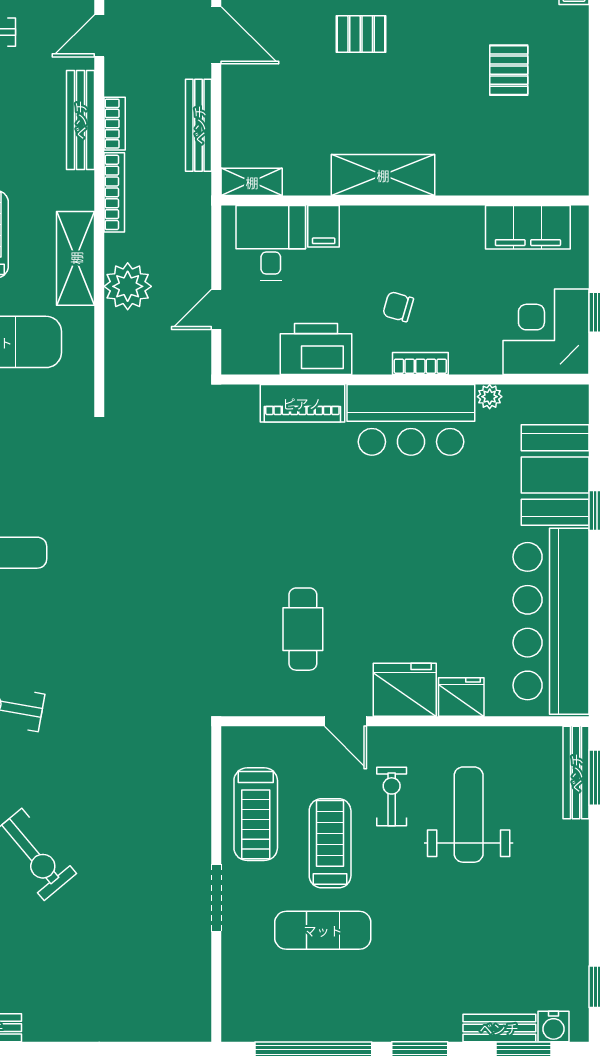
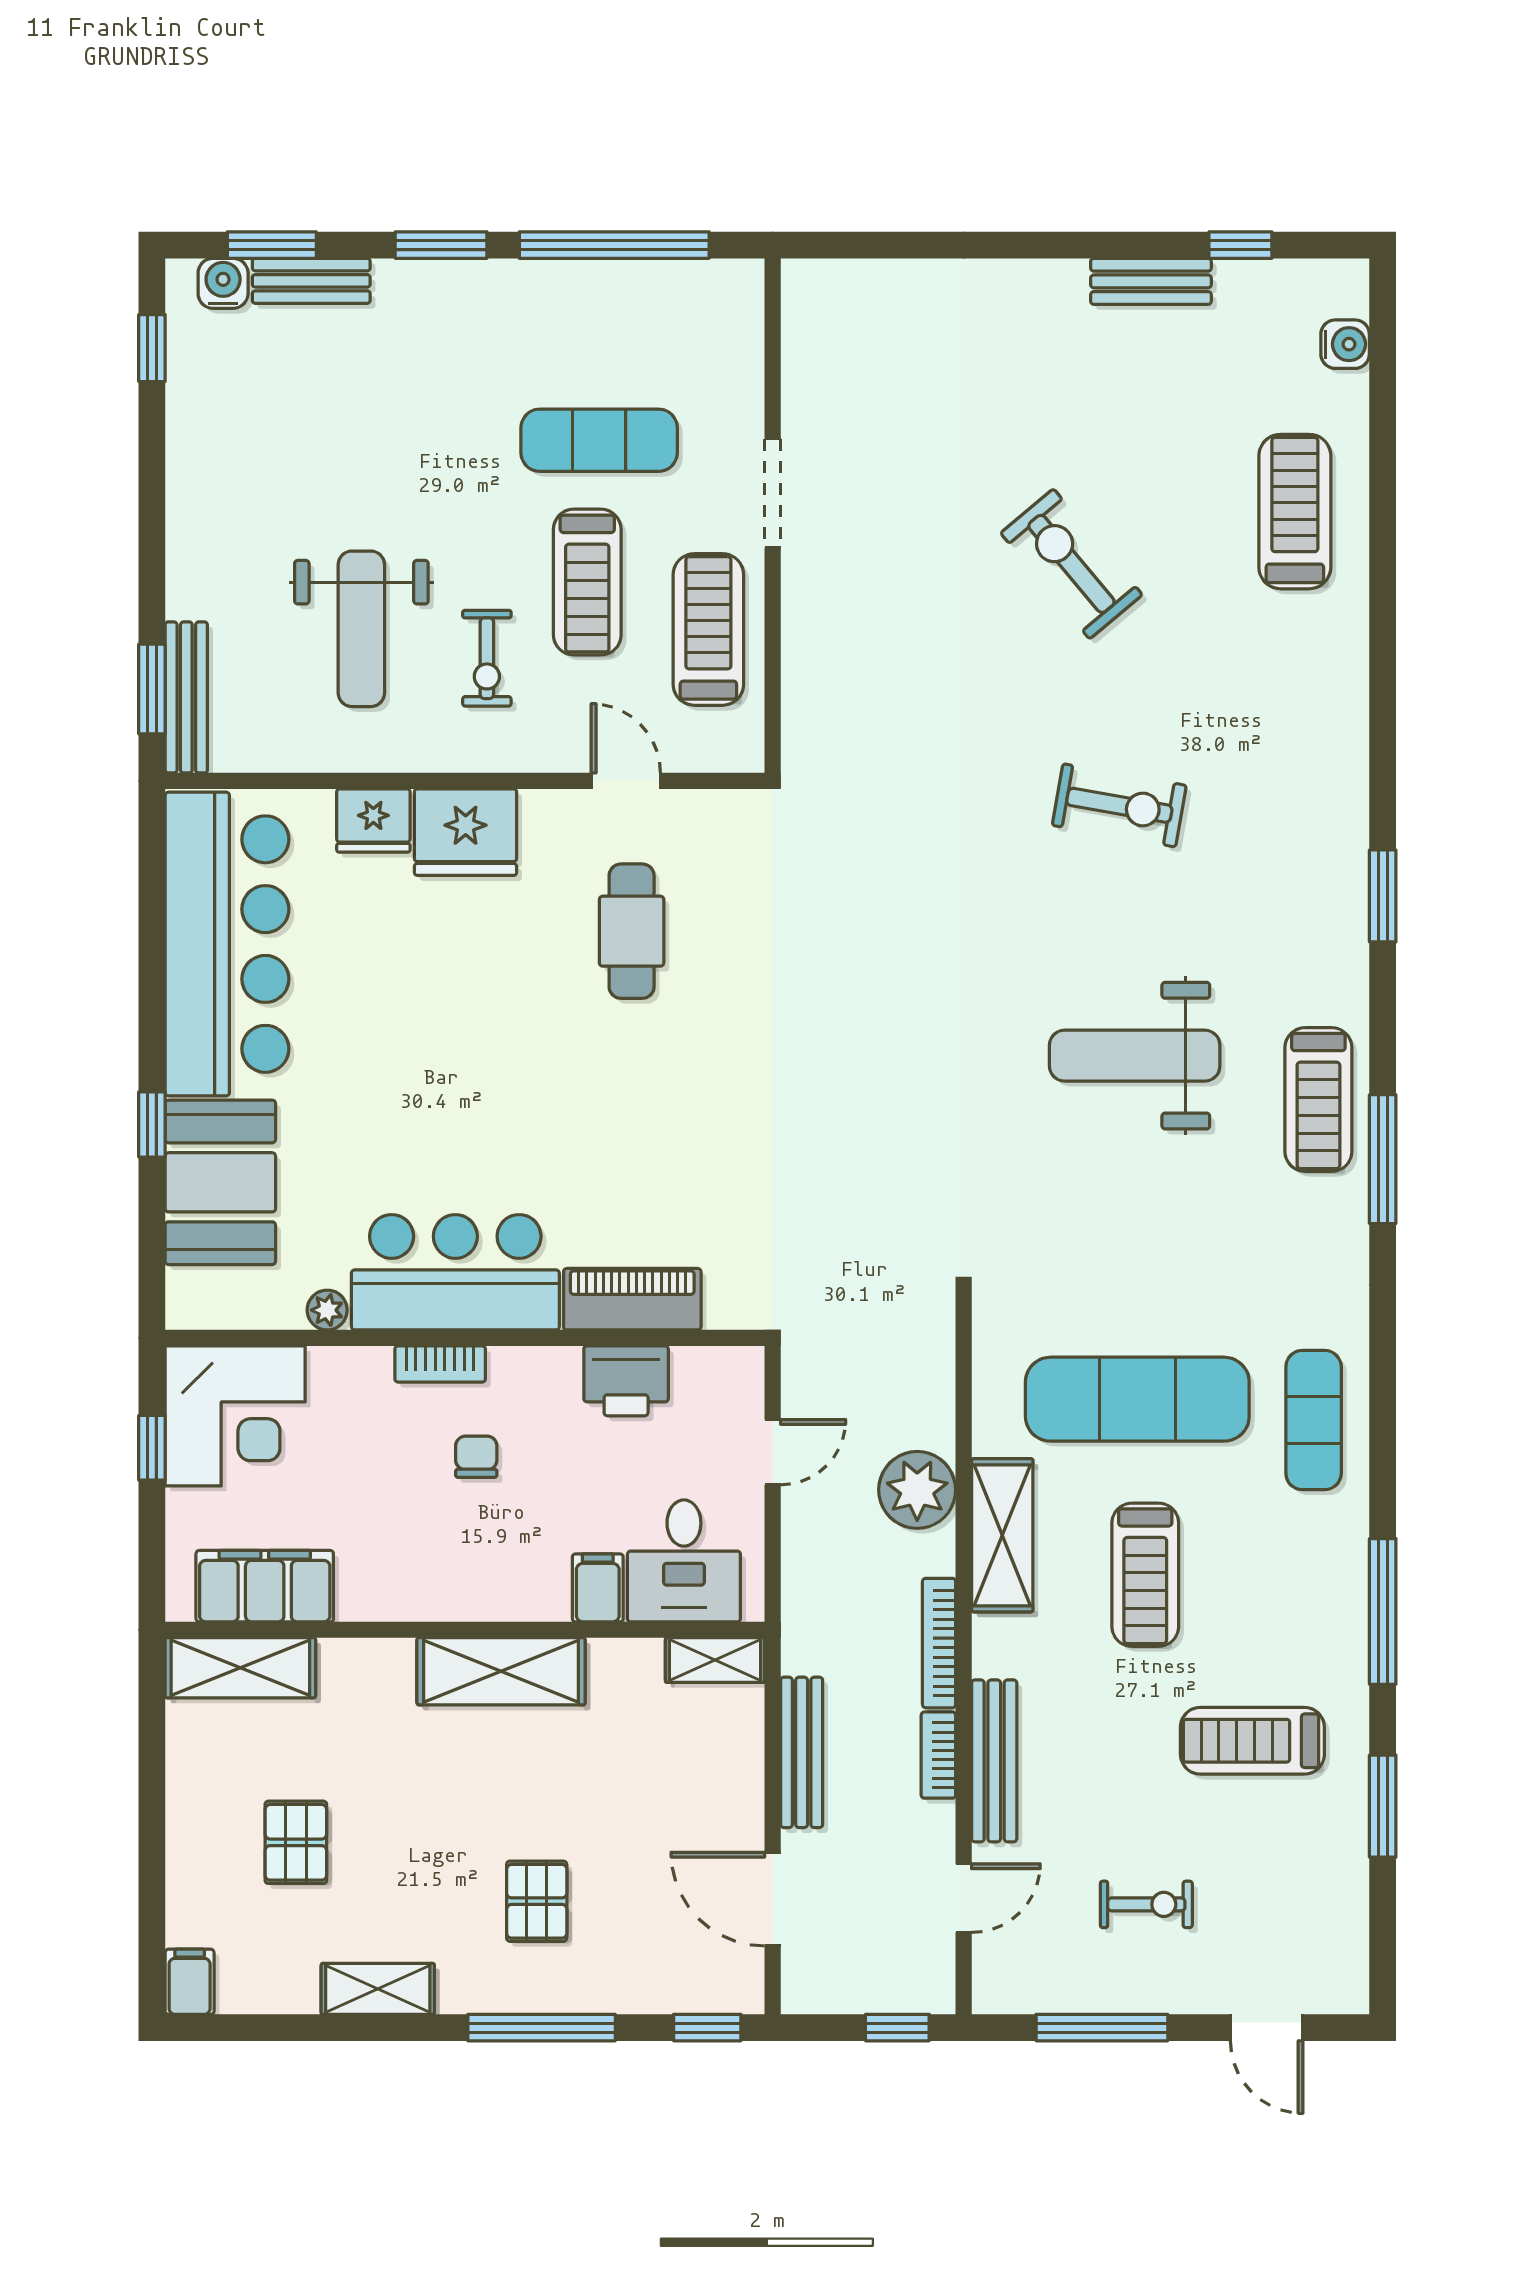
pallet: (361, 34) -> (537, 1901), turned 90
shelving: (543, 177) -> (240, 1668), added
chair: (398, 307) -> (476, 1457), turned -106
printer: (316, 349) -> (626, 1381), width x0.73, depth x0.84
door: (346, 721) -> (626, 781), moved

